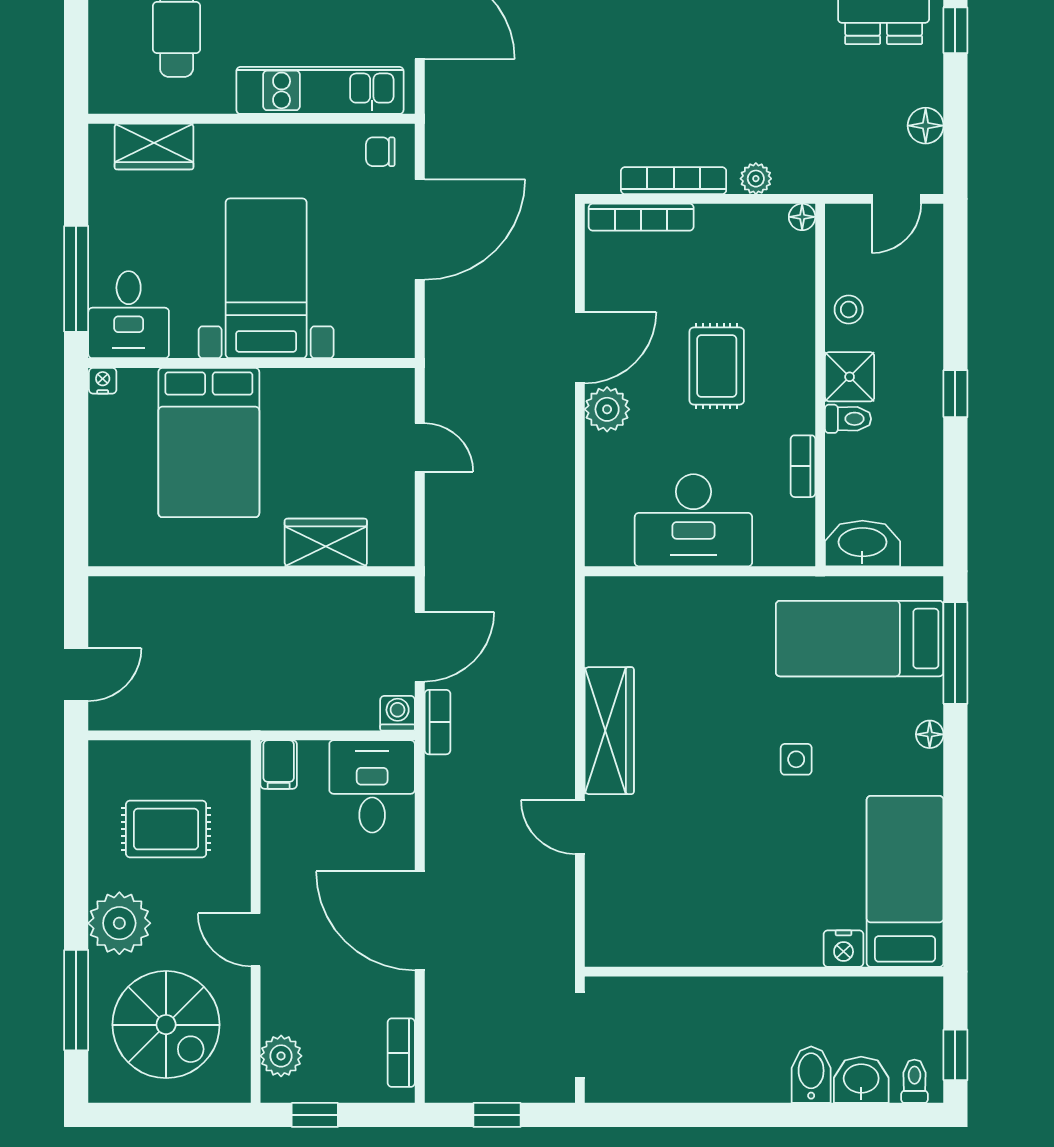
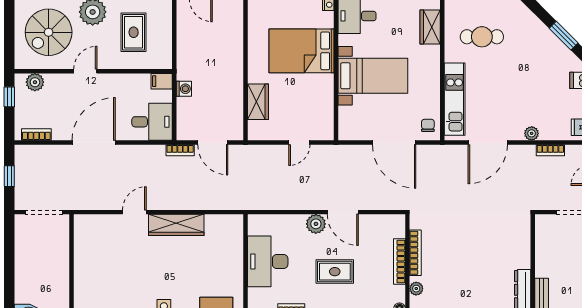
bookcase: (641, 217) -> (399, 262), moved
washing machine: (398, 713) -> (184, 89), moved

